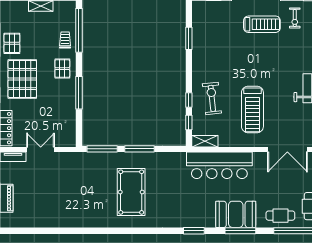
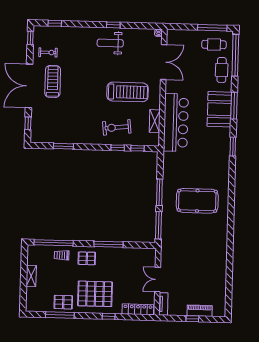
shelving: (205, 141) -> (155, 121), moved

